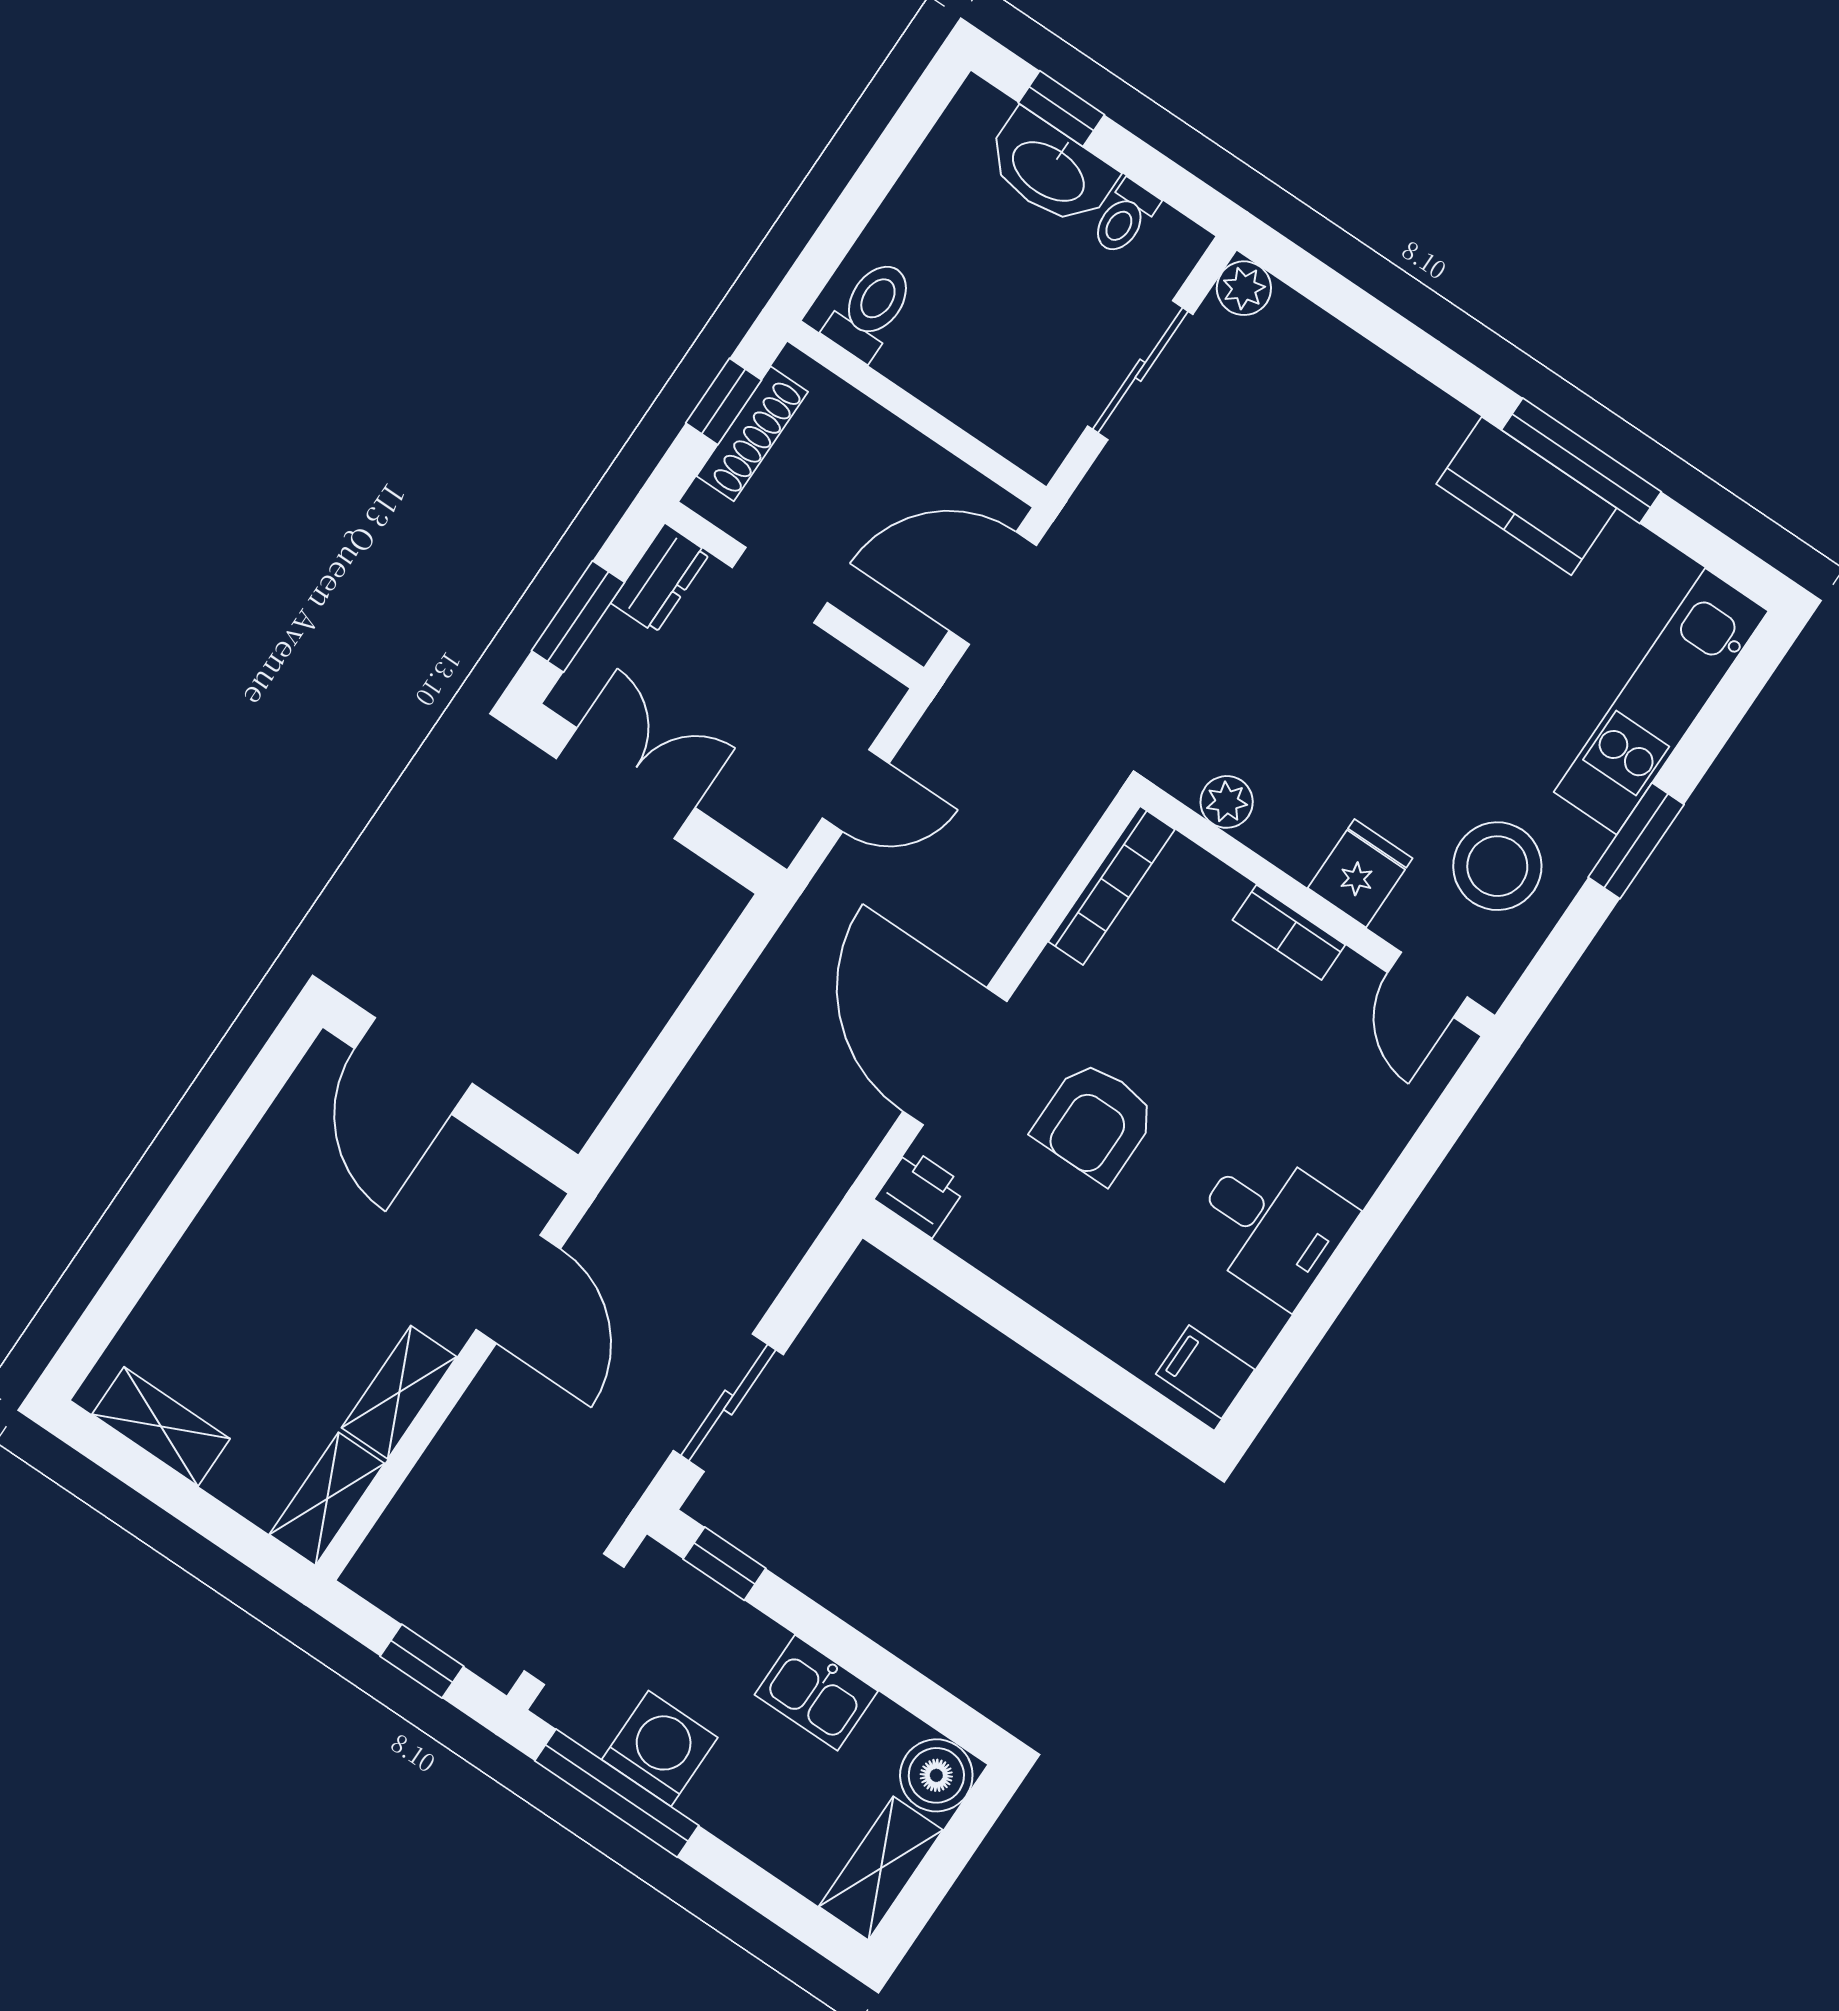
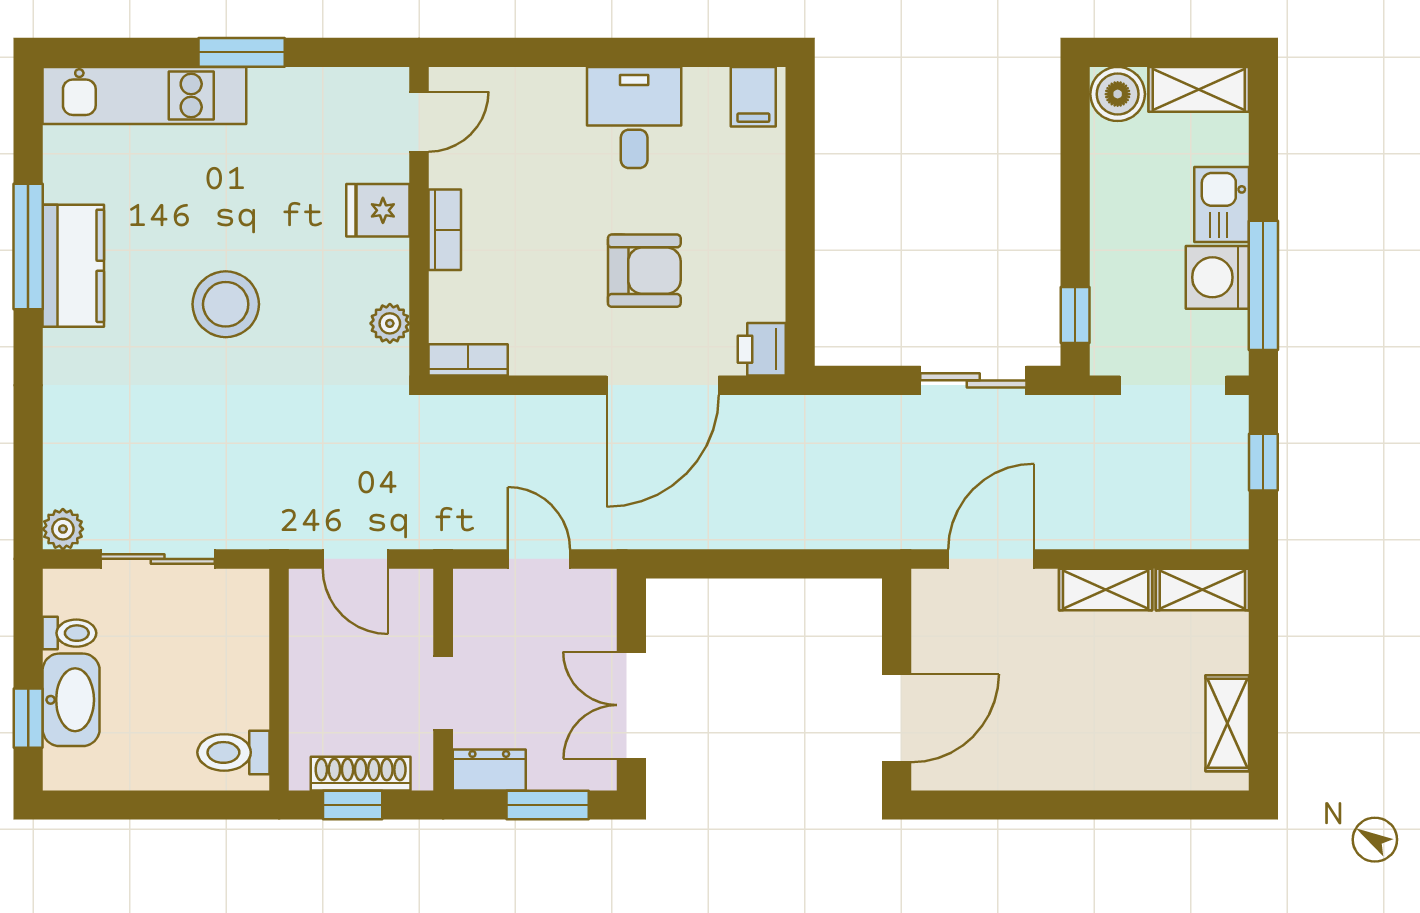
door: (993, 588) -> (355, 559), width x0.73
stool: (1497, 866) -> (226, 304), moved
bookcase: (1112, 885) -> (468, 360), width x0.64
kitchen sink: (816, 1693) -> (1222, 204), moved, turned 180

